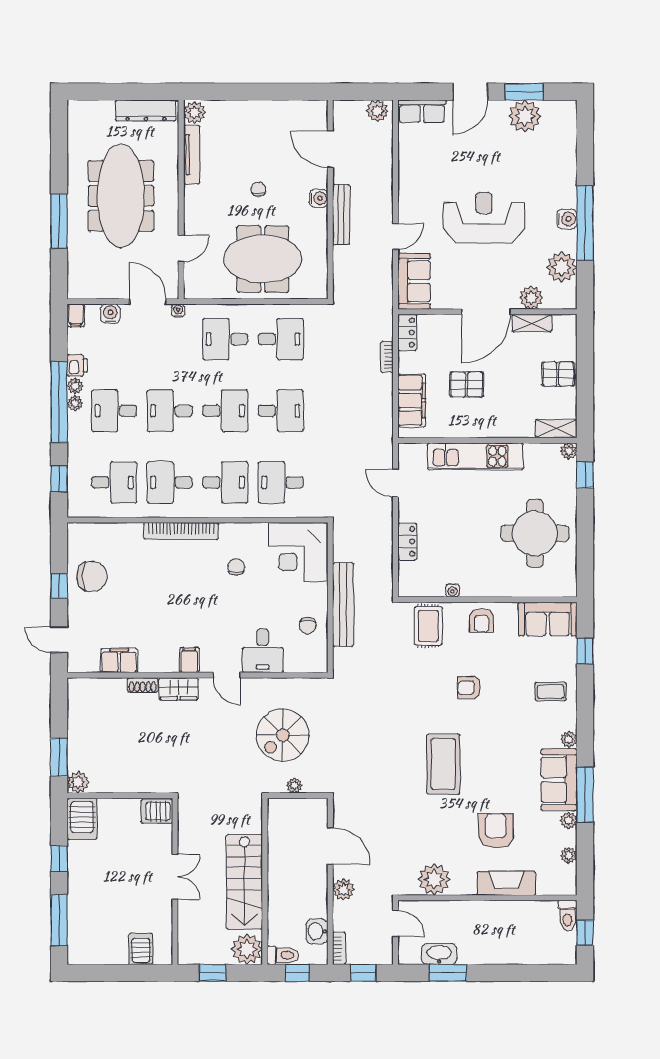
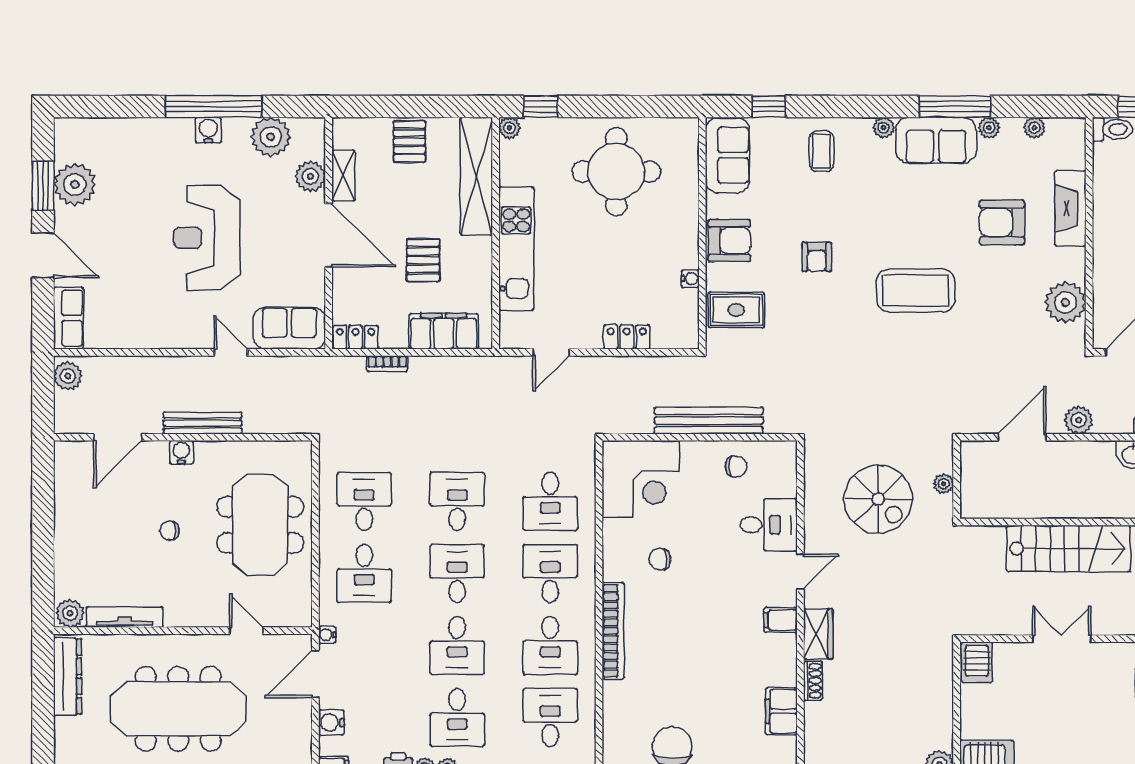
shelving: (556, 429) -> (476, 176), width x2.20, depth x1.33
armchair: (482, 620) -> (729, 241), width x1.38, depth x1.38

